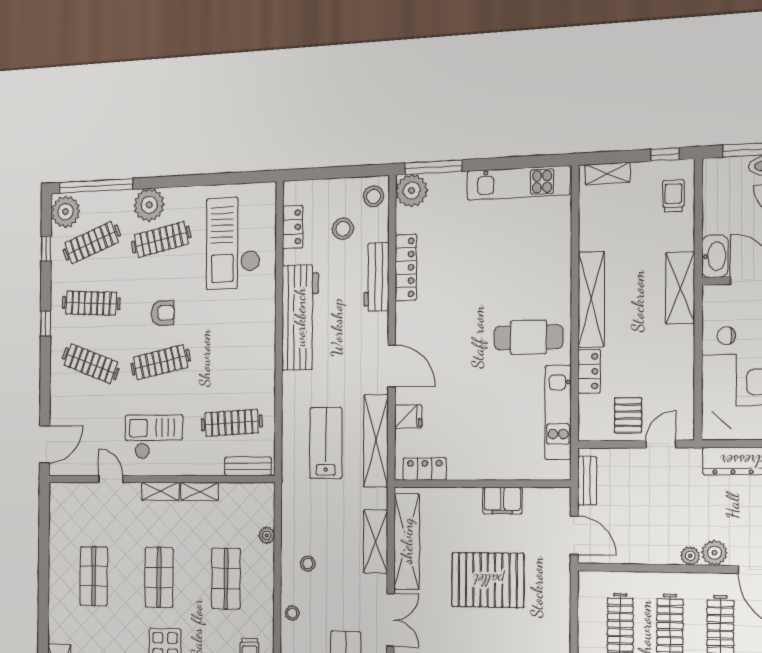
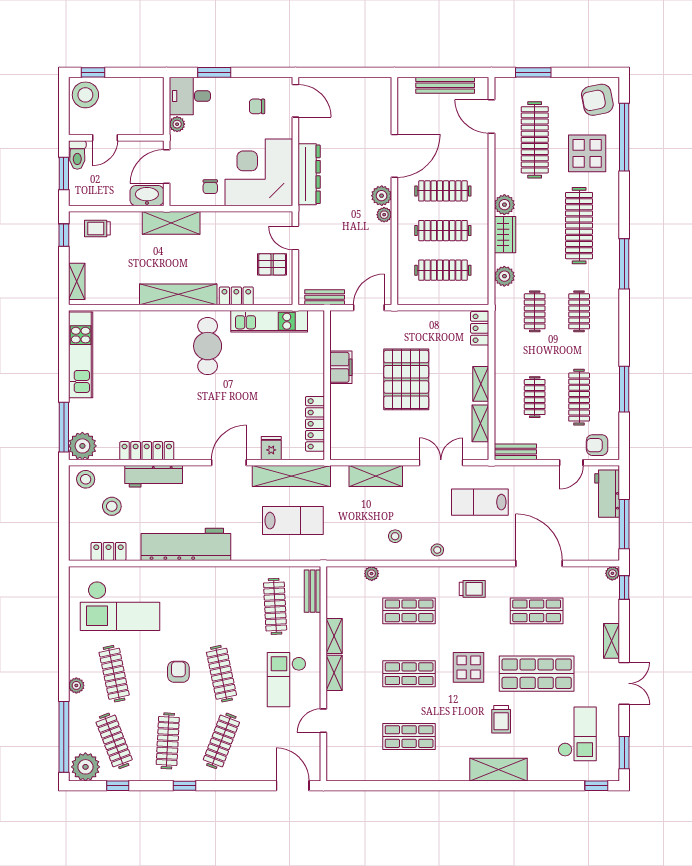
plant: (149, 205) -> (76, 685), width x0.53, depth x0.53
lab bench: (326, 443) -> (293, 521), turned 180
locker: (425, 469) -> (315, 424), width x1.53
shelving: (407, 541) -> (375, 449), removed

